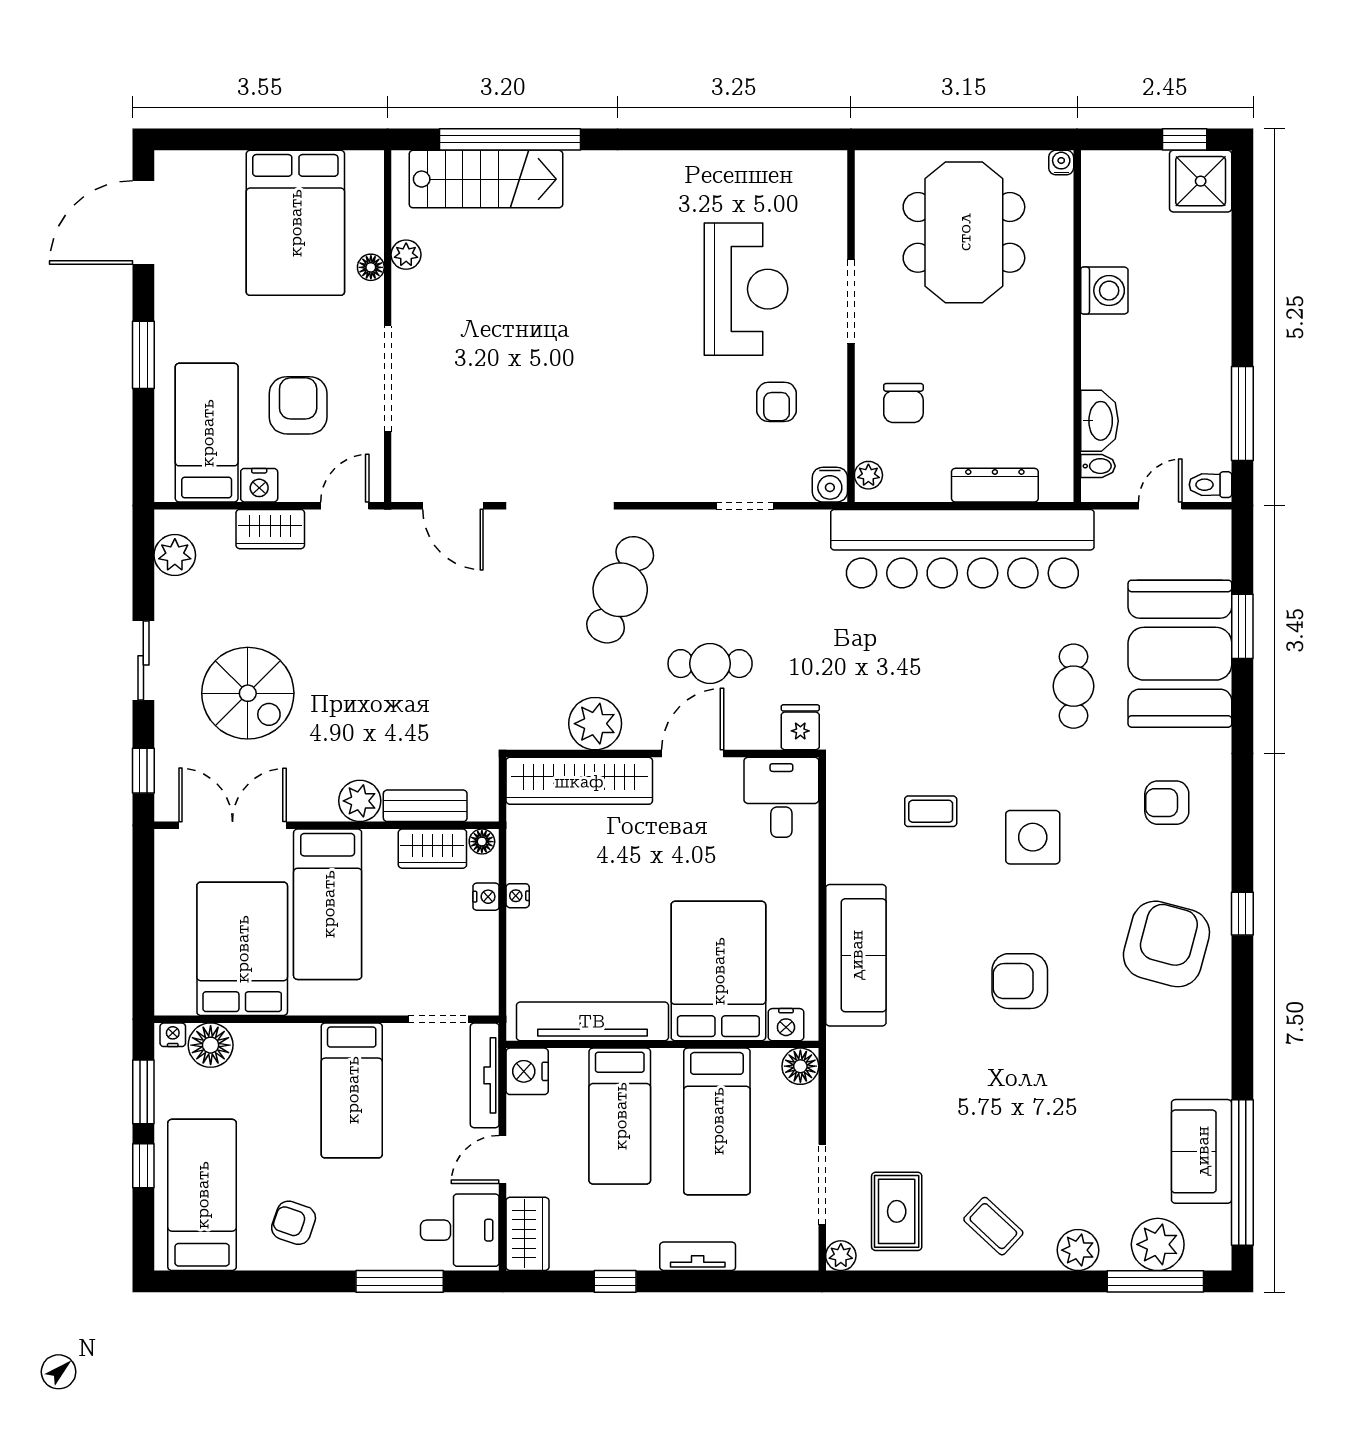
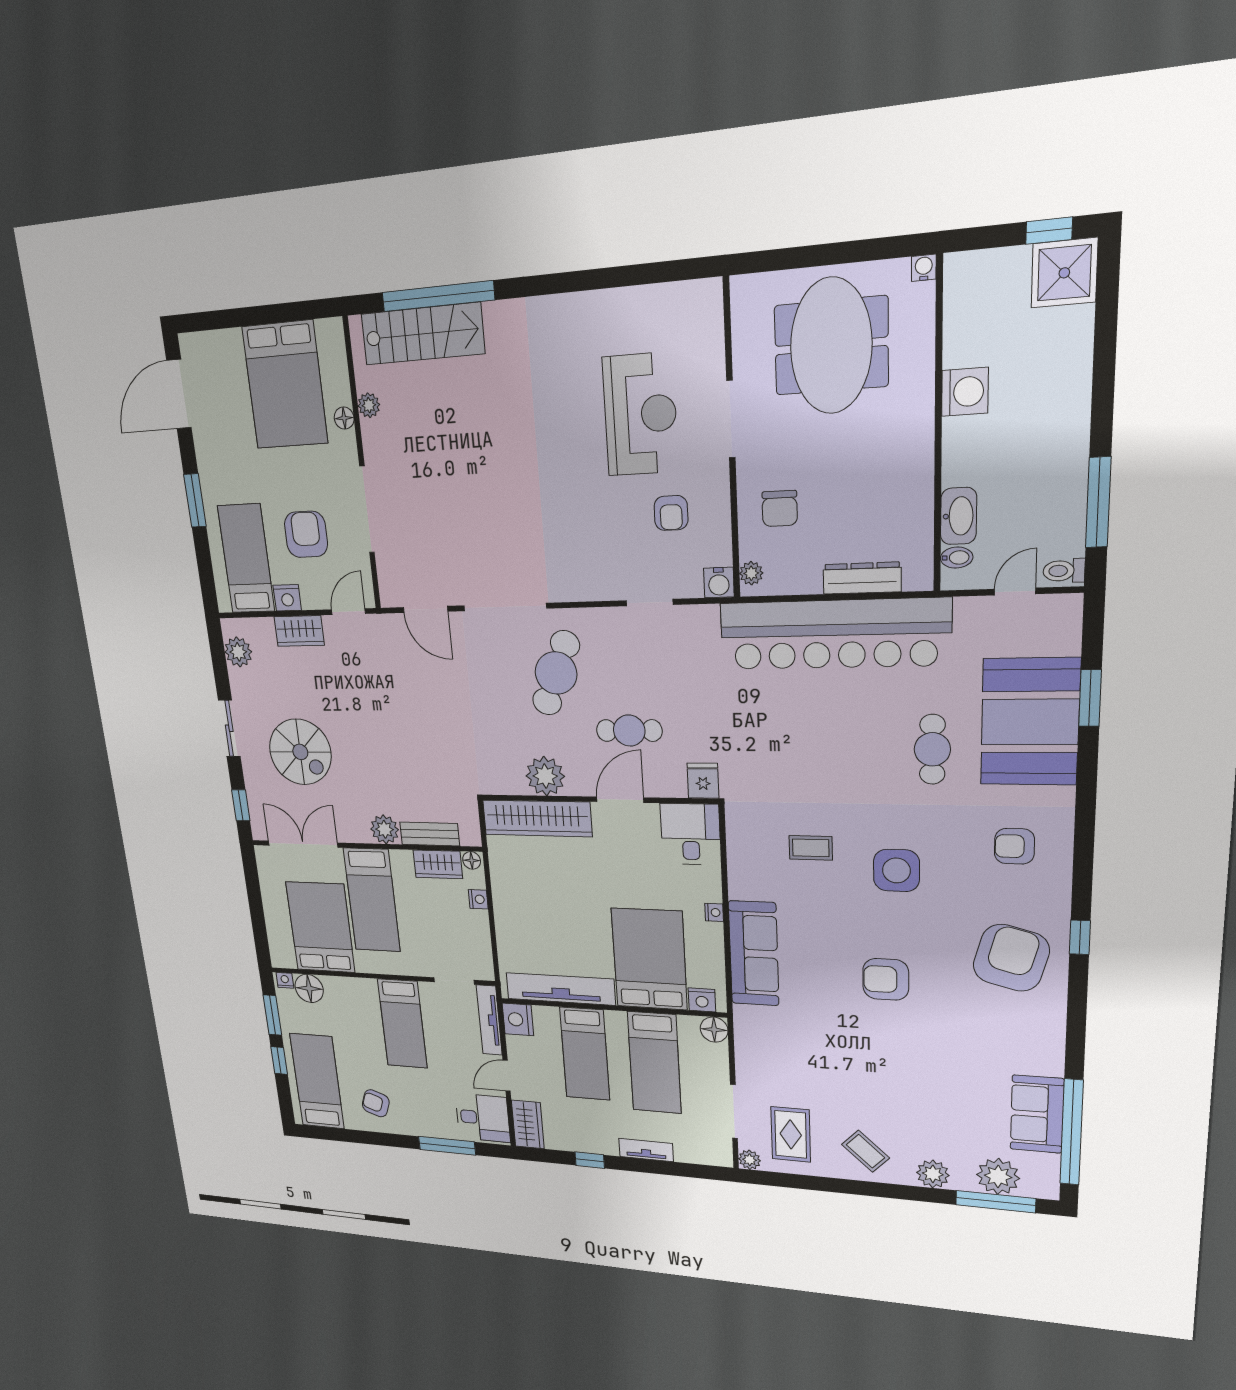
nightstand: (518, 896) -> (714, 912), moved, turned 180

